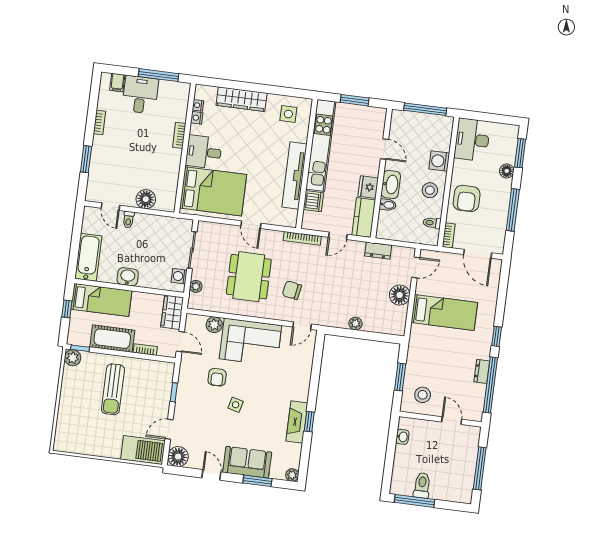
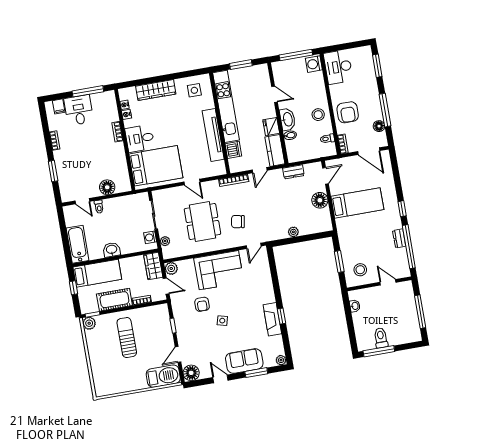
washing machine: (439, 161) -> (314, 64), moved
floor lamp: (507, 171) -> (379, 126), moved
plant: (214, 325) -> (171, 268), moved
sun lounger: (113, 389) -> (127, 338), turned 180

